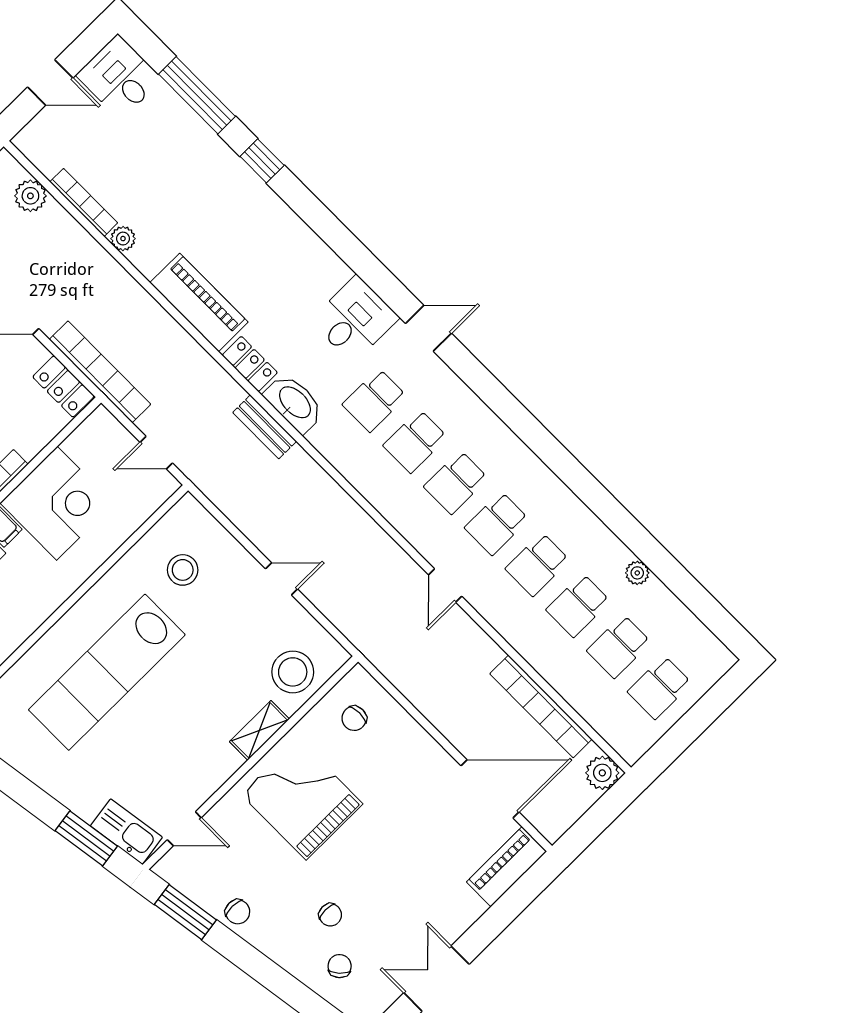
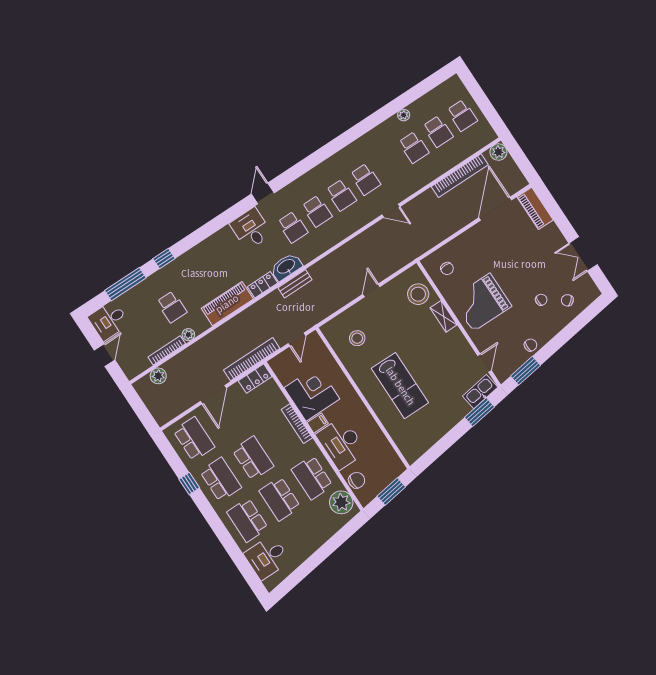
school desk: (537, 564) -> (172, 307), moved
lab bench: (107, 672) -> (400, 386), width x0.73

